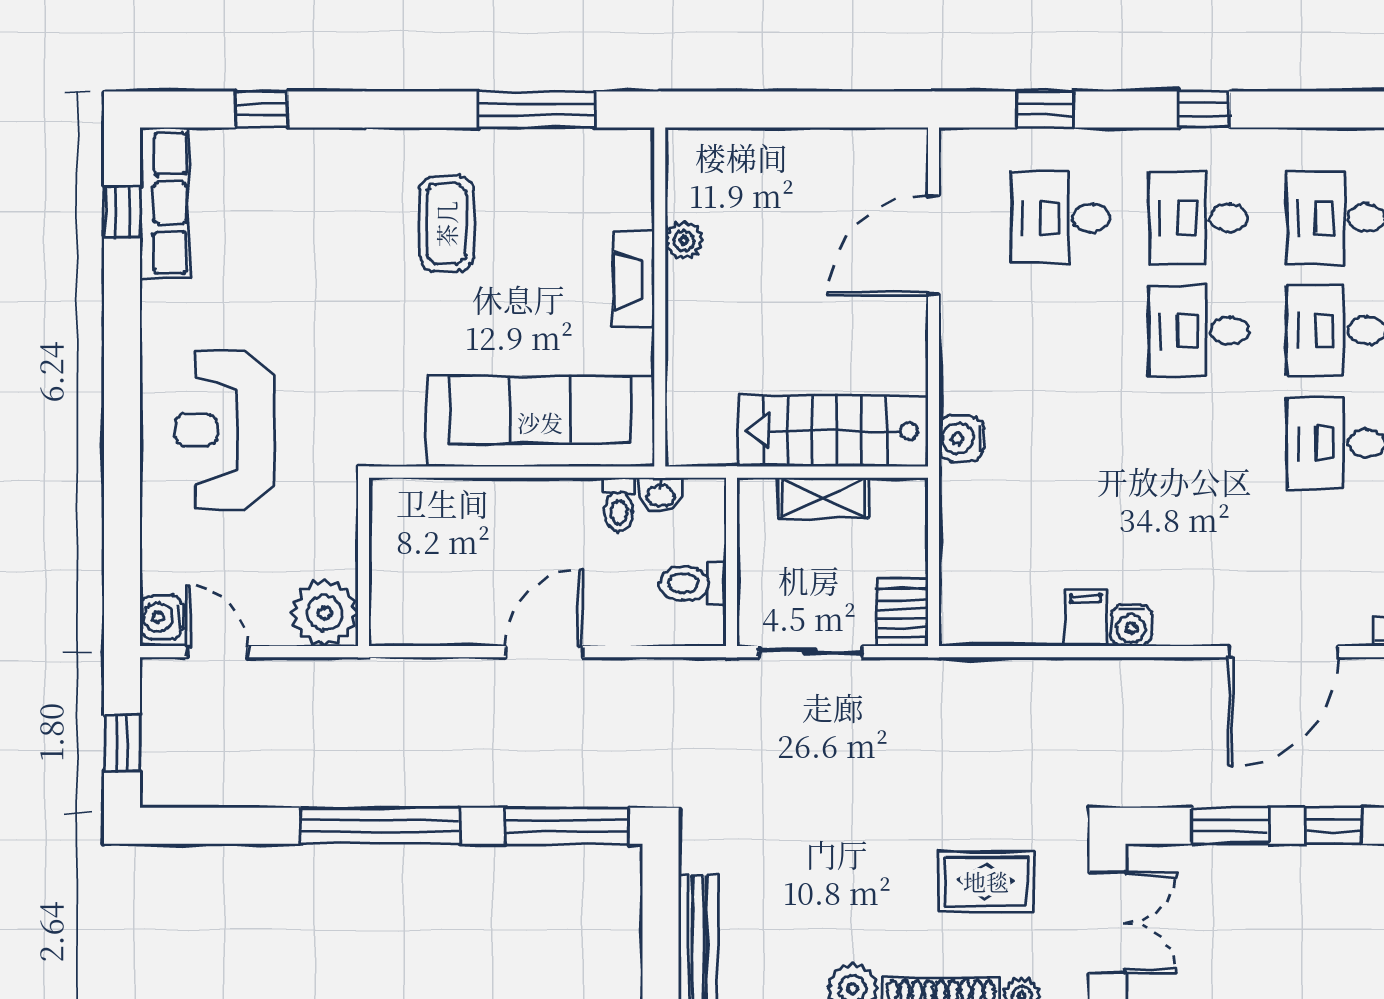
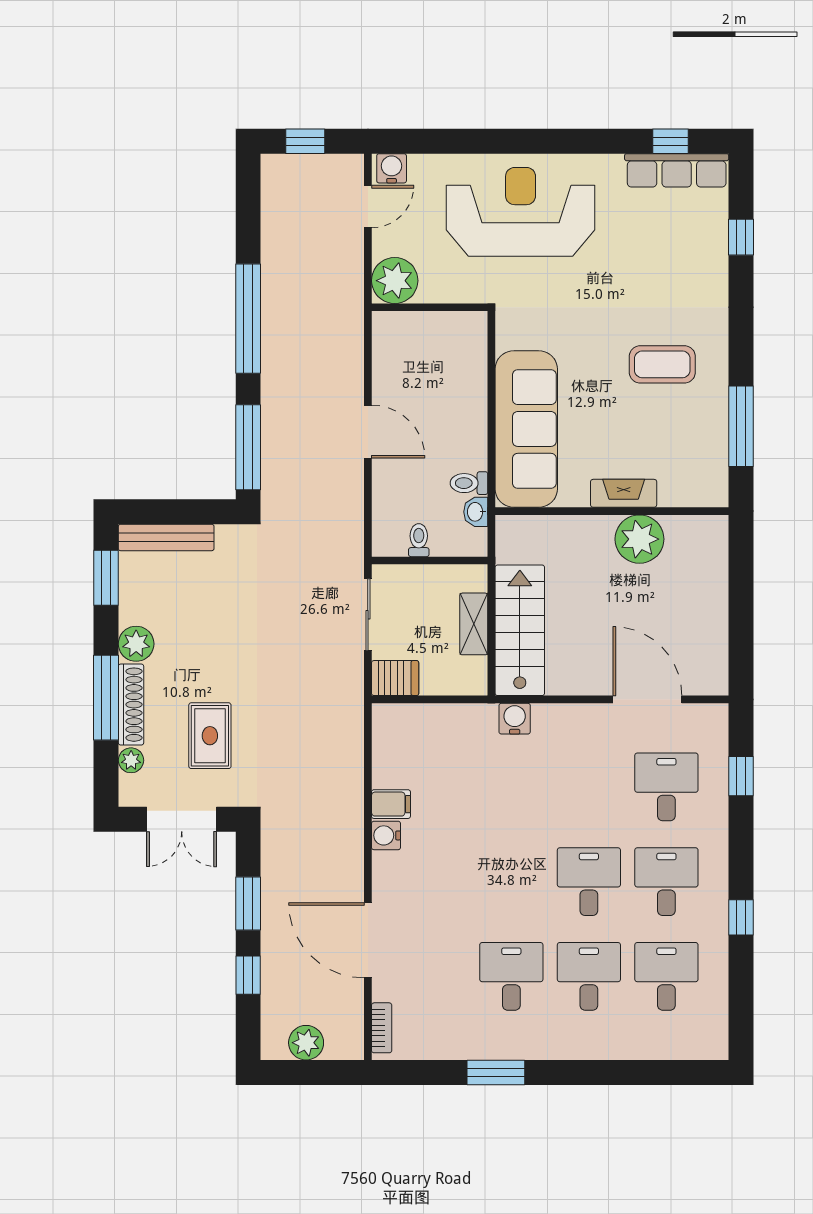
window: (1204, 110) -> (741, 917), moved
plant: (684, 240) -> (639, 539), width x1.87, depth x1.87
reception desk: (225, 430) -> (521, 212), width x1.36, depth x1.30
toilet: (693, 583) -> (419, 540), width x0.73, depth x0.72

